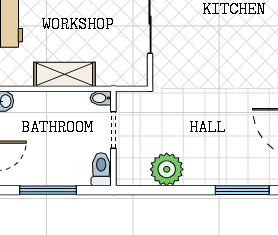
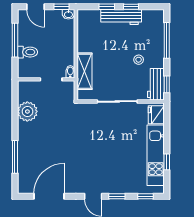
shelving: (64, 74) -> (85, 71), moved
toilet: (101, 169) -> (27, 52), moved

